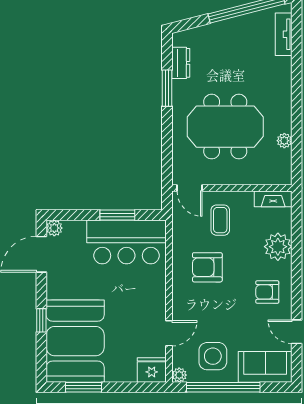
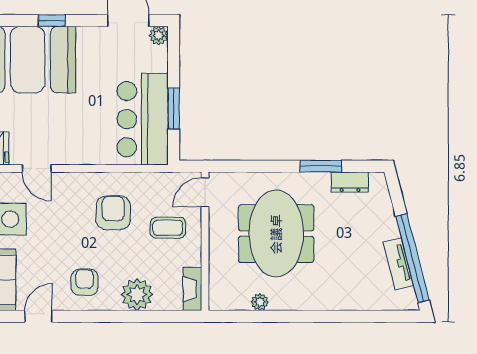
tv unit: (284, 34) -> (398, 264), moved, turned -104

